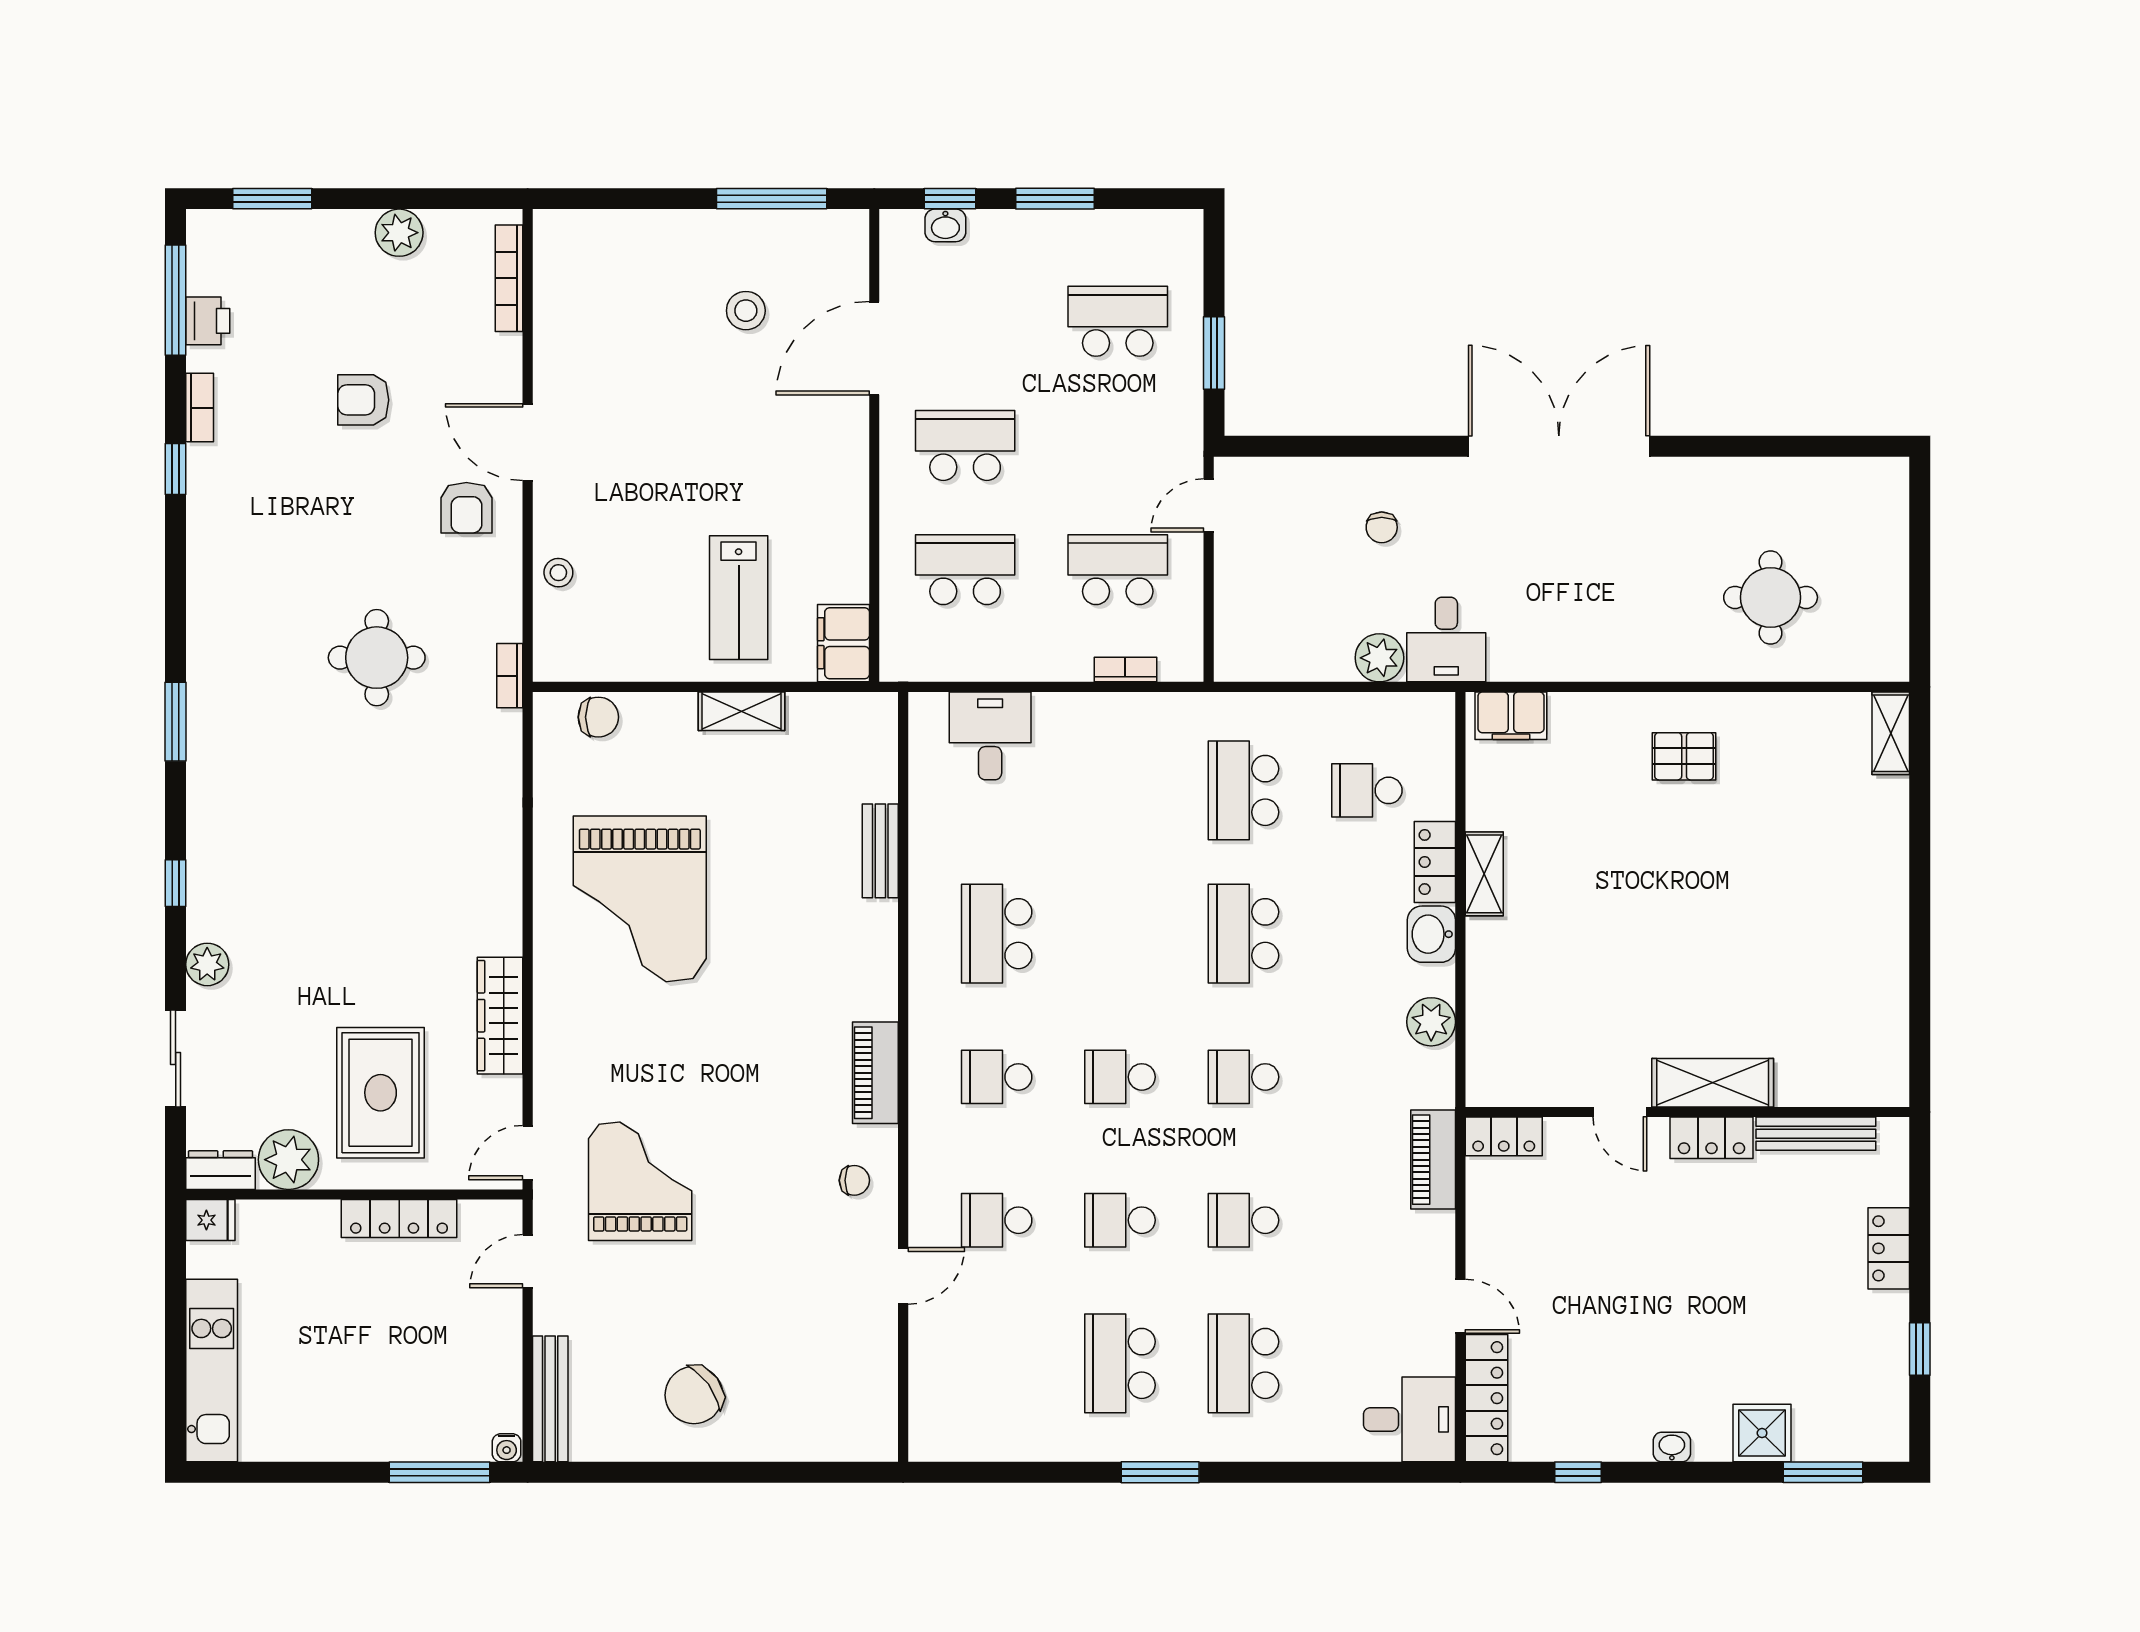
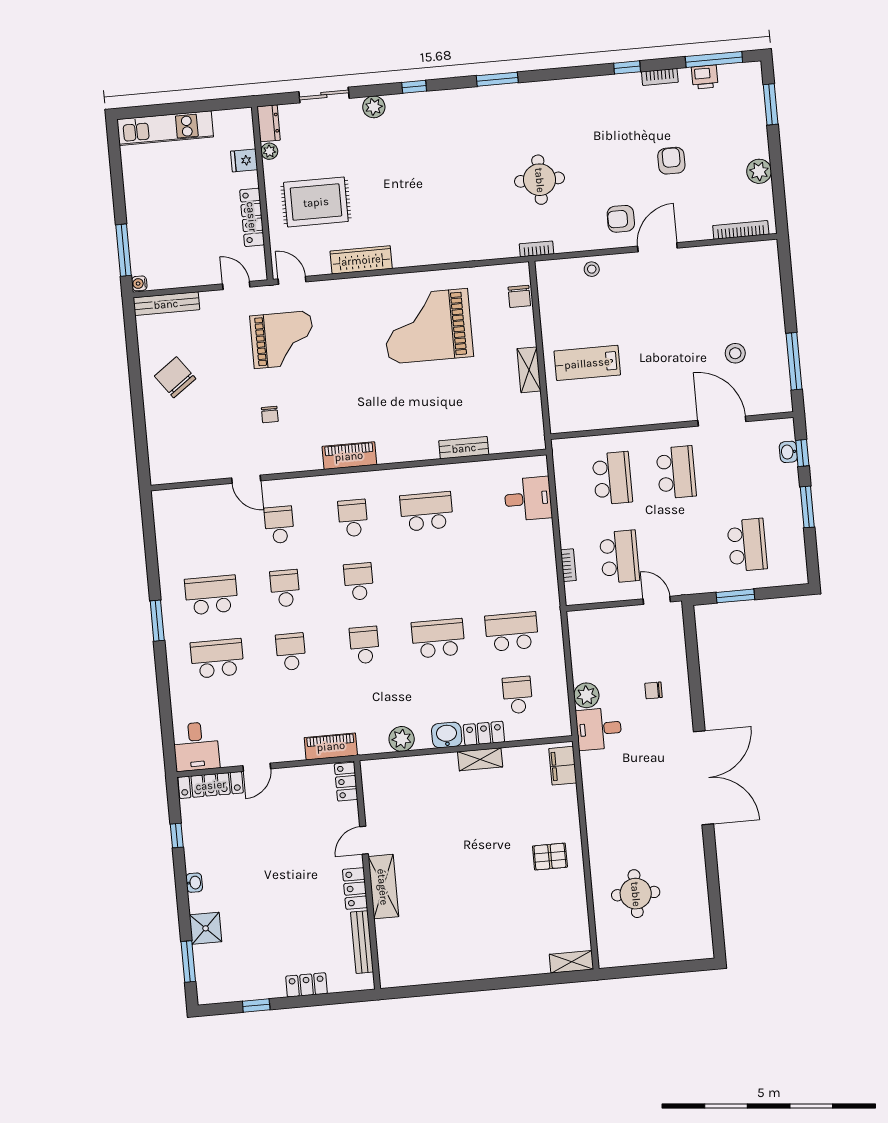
filing cabinet: (843, 643) -> (569, 419), removed
pallet: (1684, 756) -> (550, 857), turned 90
plant: (288, 1160) -> (269, 151), width x0.53, depth x0.53
chair: (854, 1180) -> (270, 415), moved
fridge: (210, 1220) -> (244, 160), moved, turned 90

